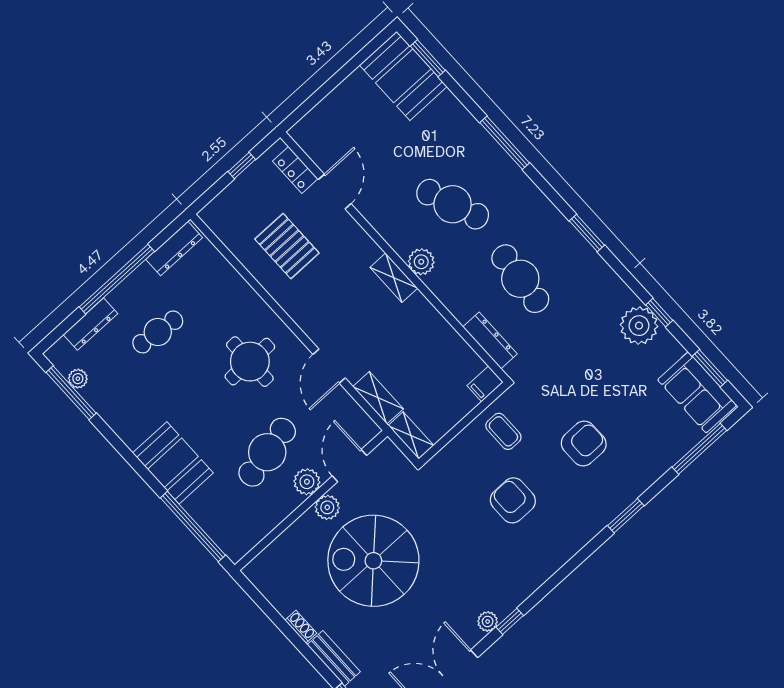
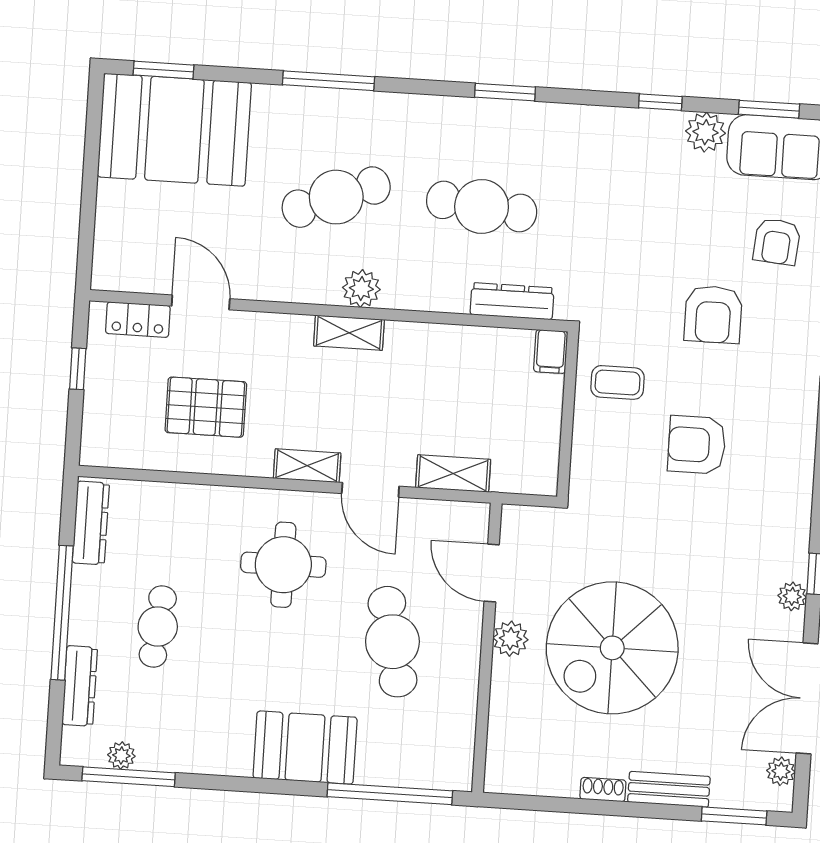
booth: (403, 76) -> (174, 130), width x1.36, depth x1.42
plant: (639, 326) -> (706, 132), moved, width x0.73, depth x0.73
shelving: (411, 435) -> (307, 466), moved
armchair: (650, 438) -> (777, 242), added
armchair: (584, 443) -> (713, 314), turned 180
plant: (307, 482) -> (464, 632), removed

